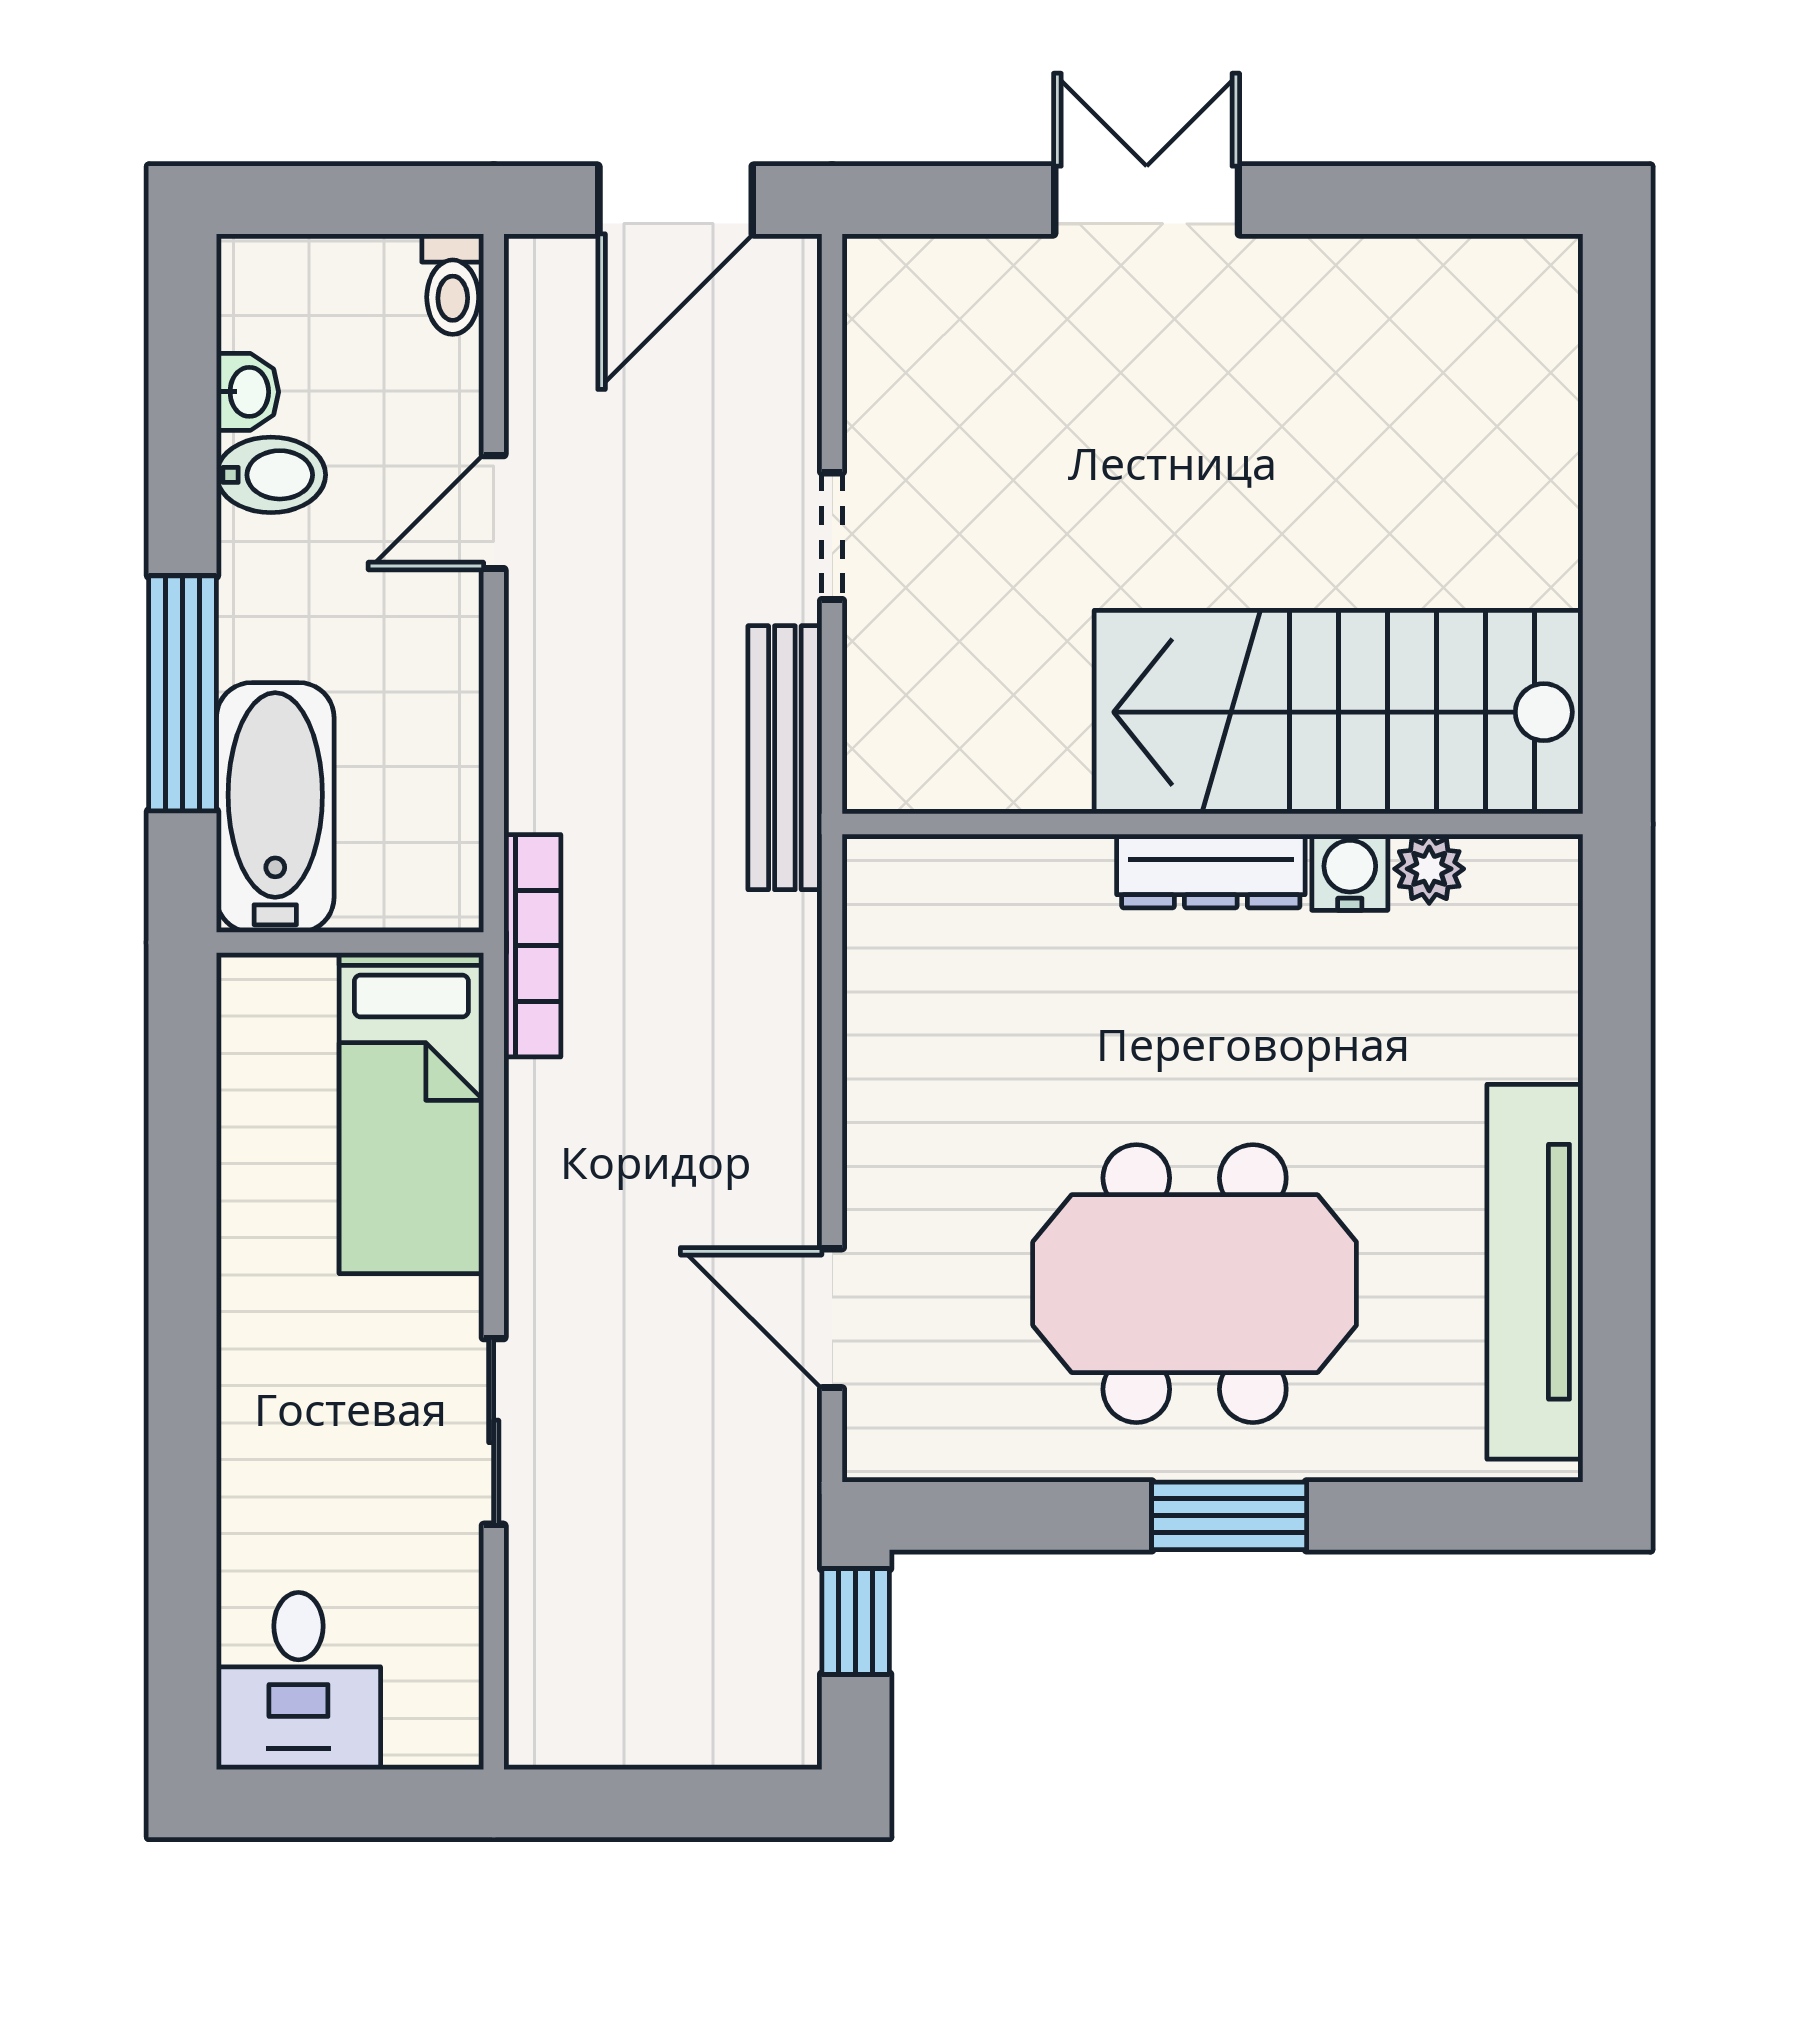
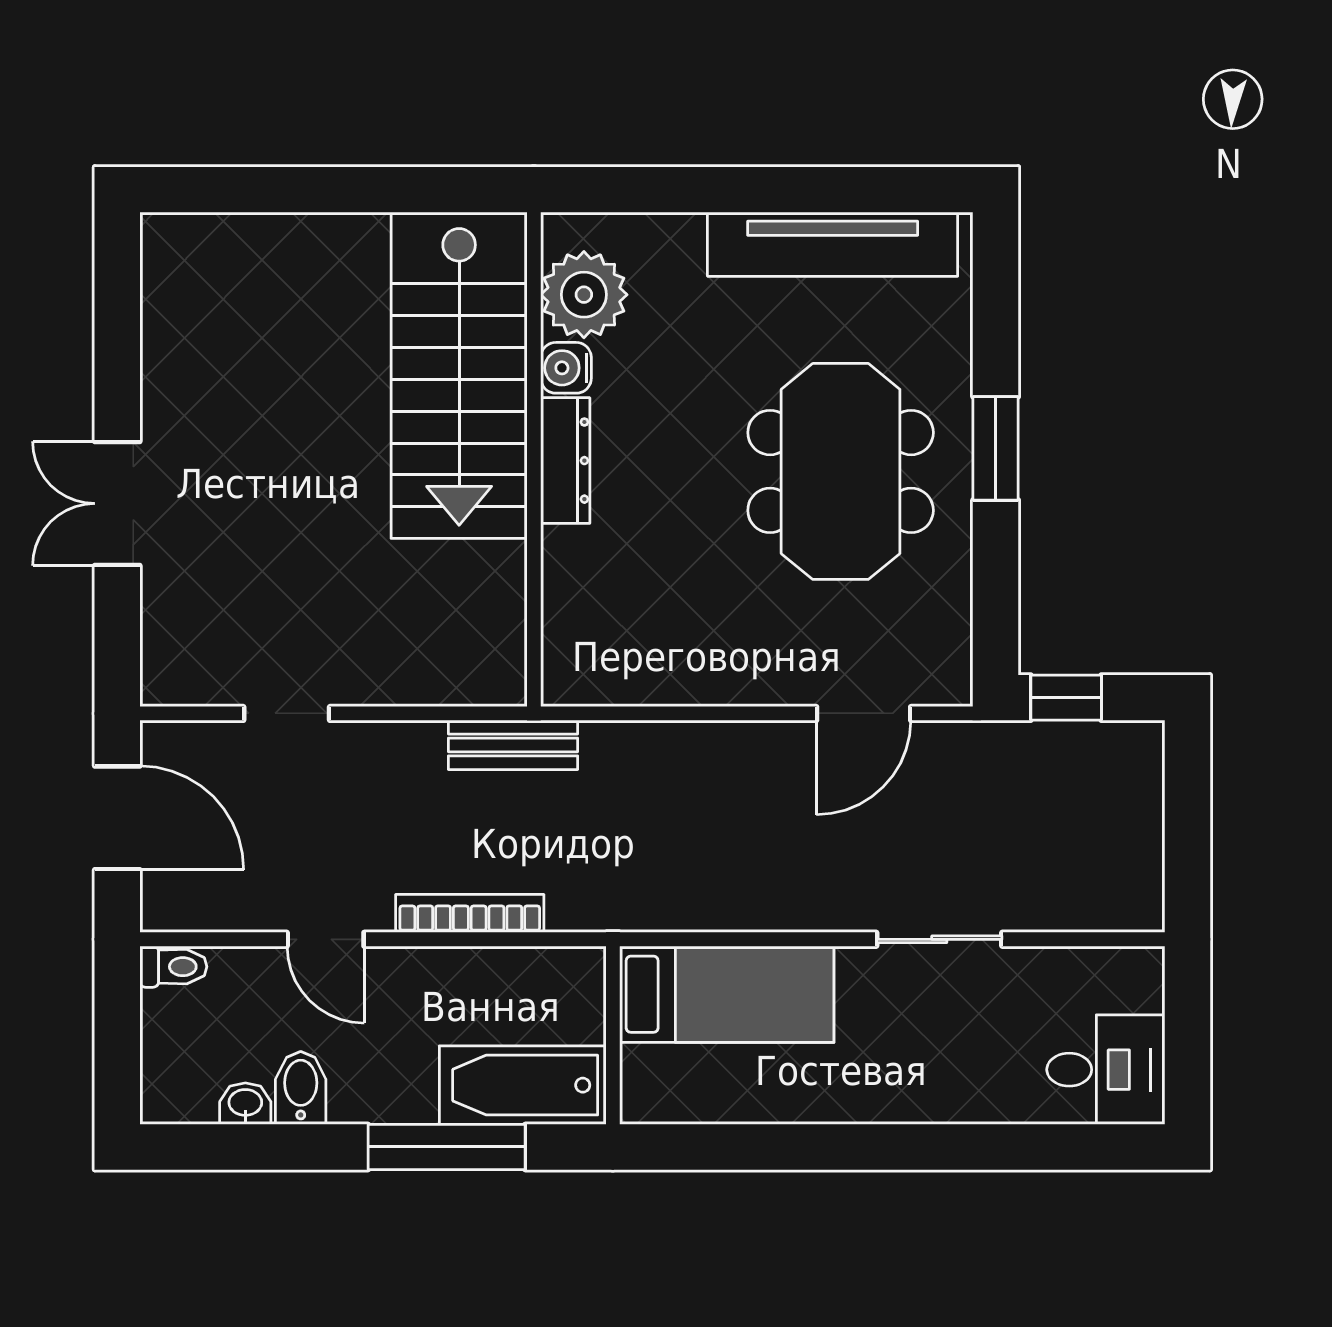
doorway: (832, 536) -> (287, 713), moved
bench: (785, 758) -> (513, 745), width x0.73
plant: (1429, 869) -> (584, 295), width x1.88, depth x1.88
bookcase: (532, 946) -> (470, 913), moved

